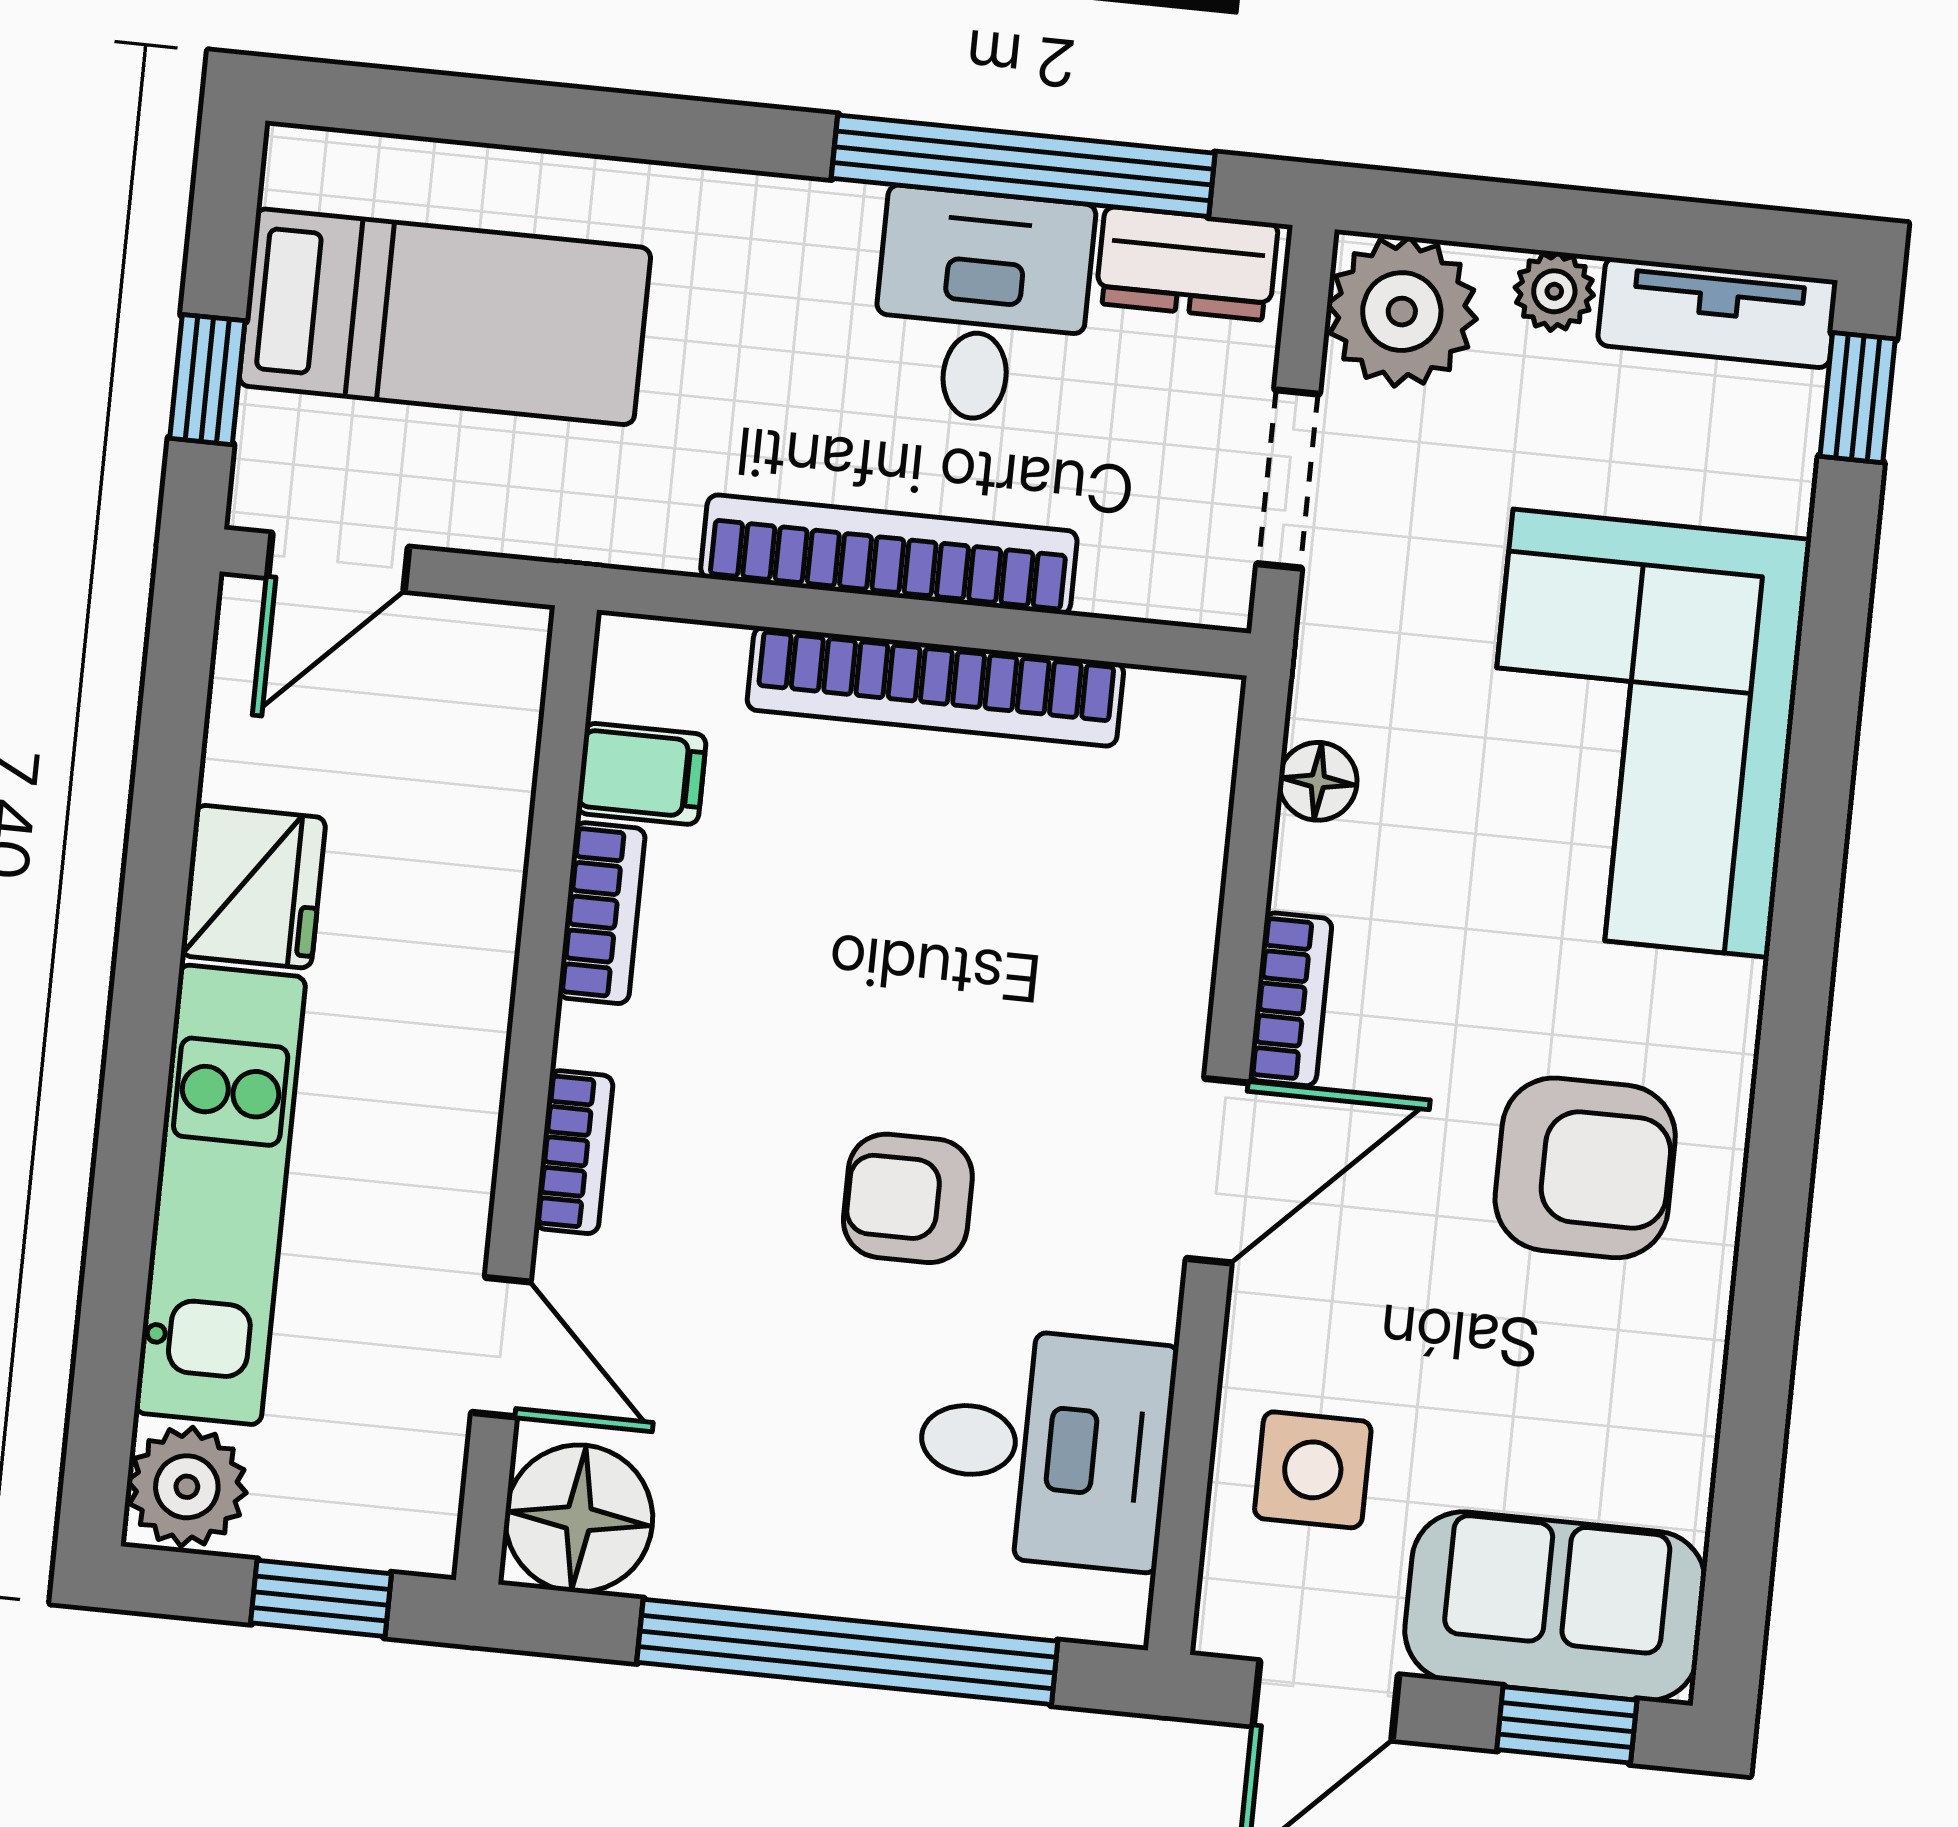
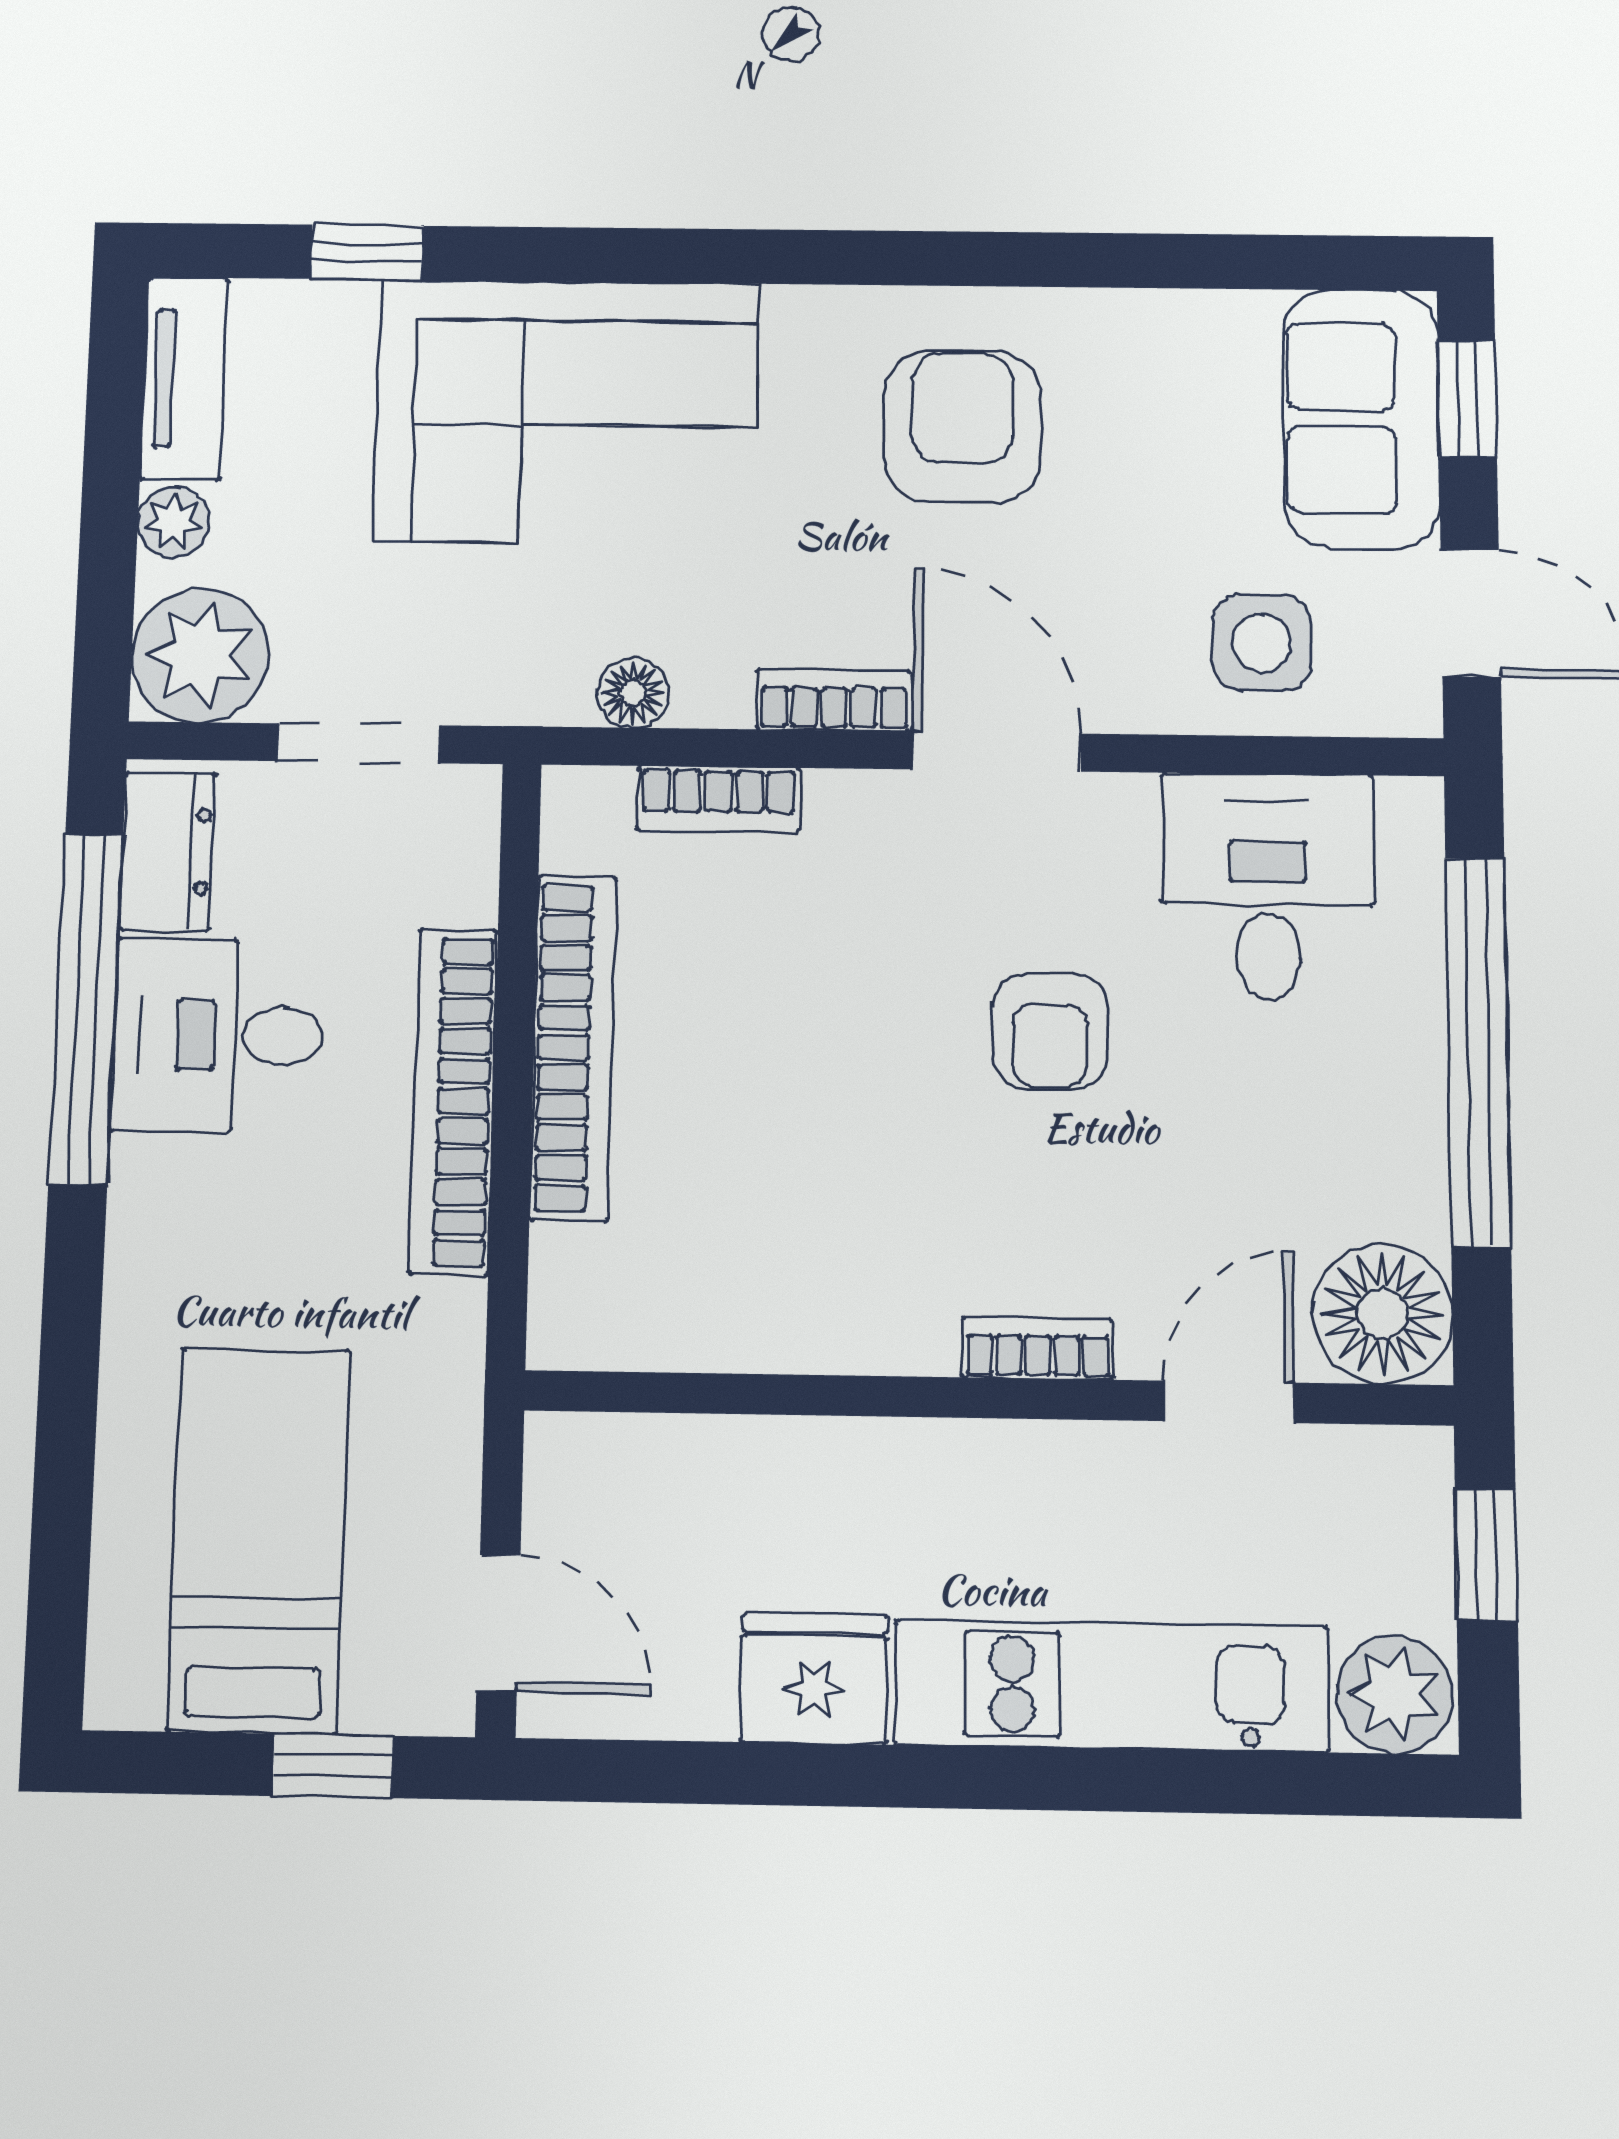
window: (1858, 398) -> (367, 252), moved
filing cabinet: (642, 774) -> (676, 1315), removed
bookcase: (602, 913) -> (718, 799), moved, turned 180

